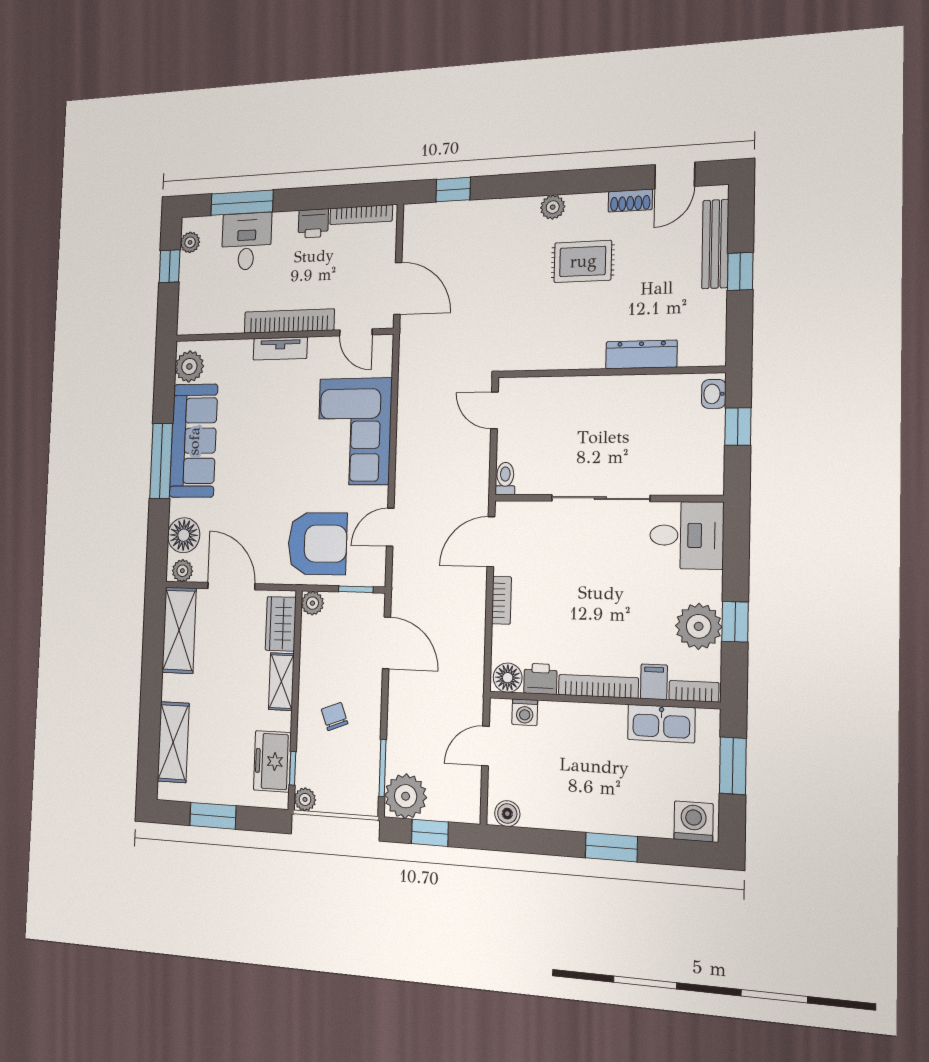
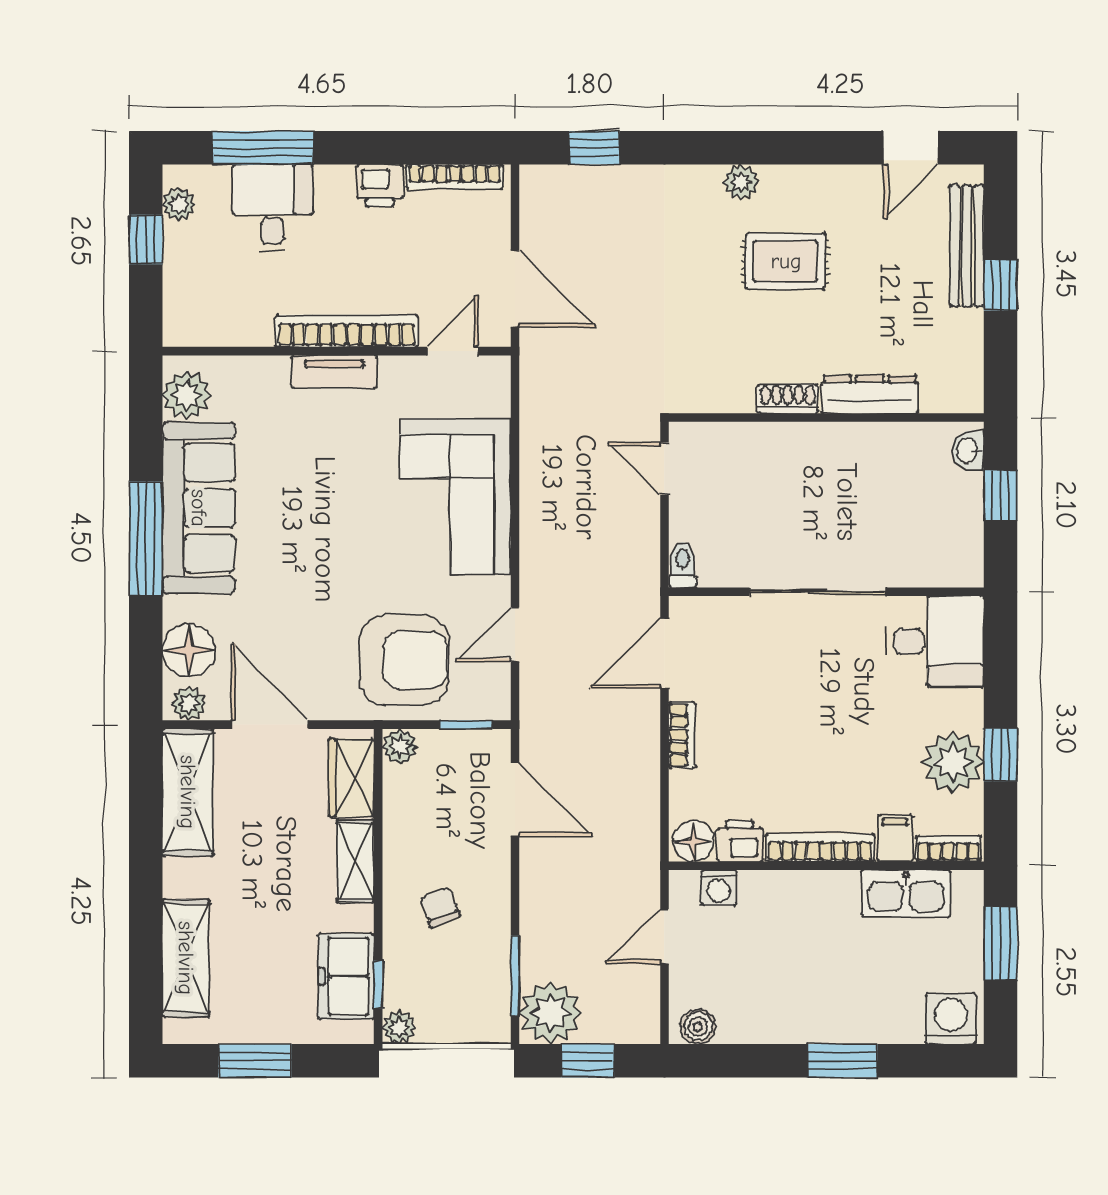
shoe rack: (630, 201) -> (788, 399), moved, turned 180
door: (356, 332) -> (453, 351), swing flipped

